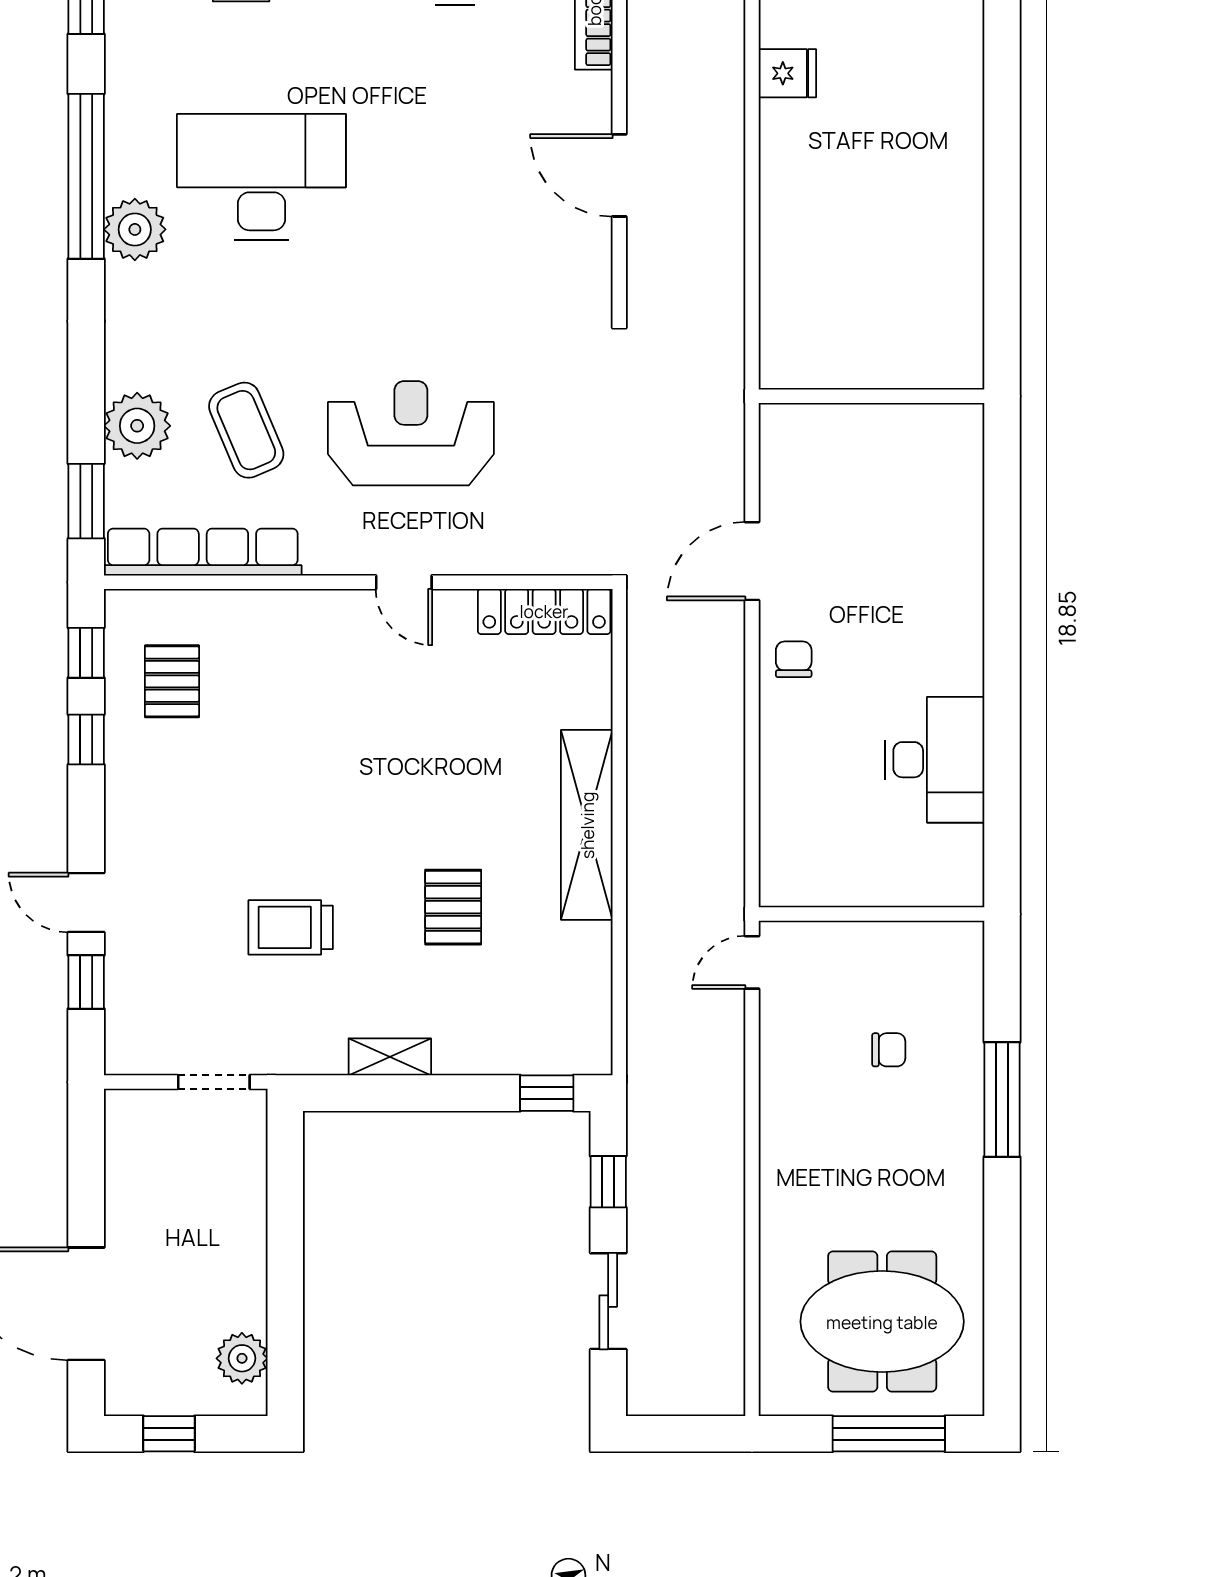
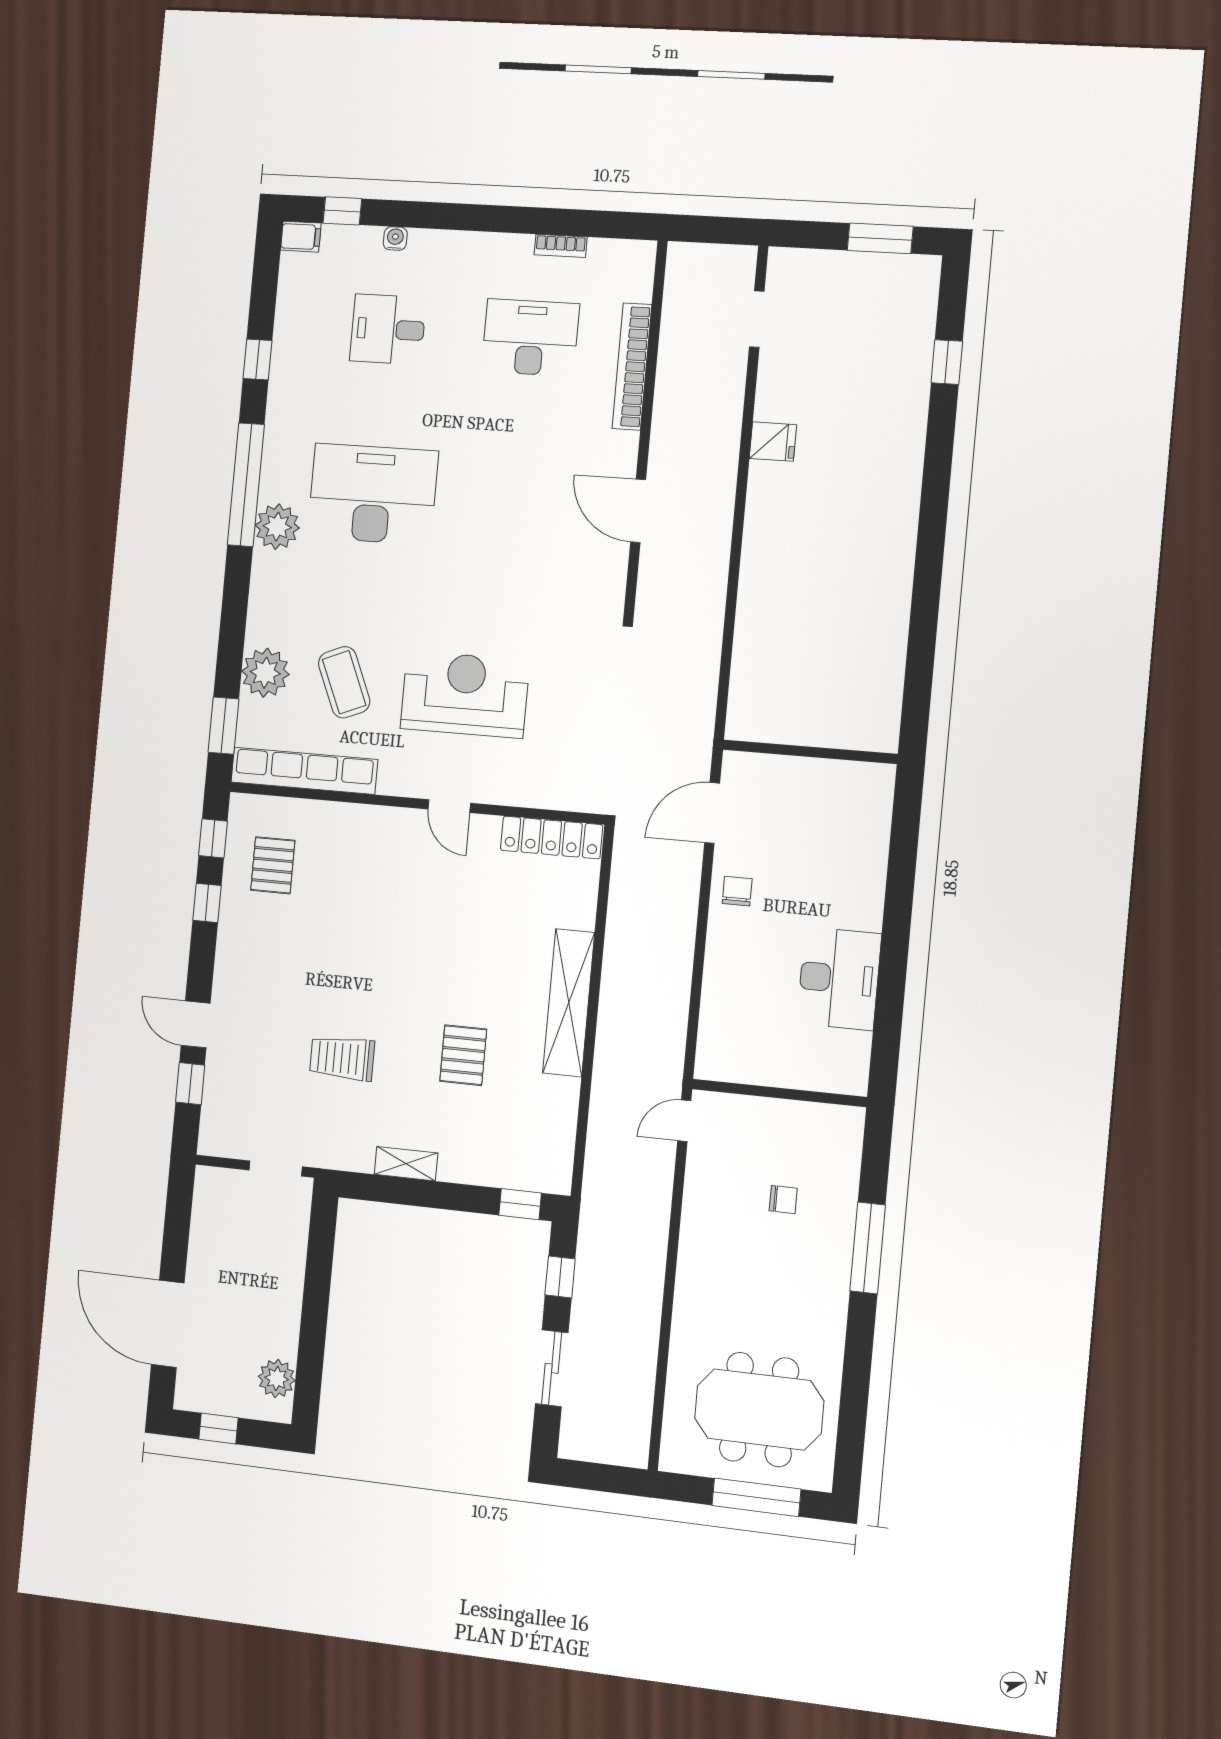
wall: (871, 396) -> (810, 752), moved

